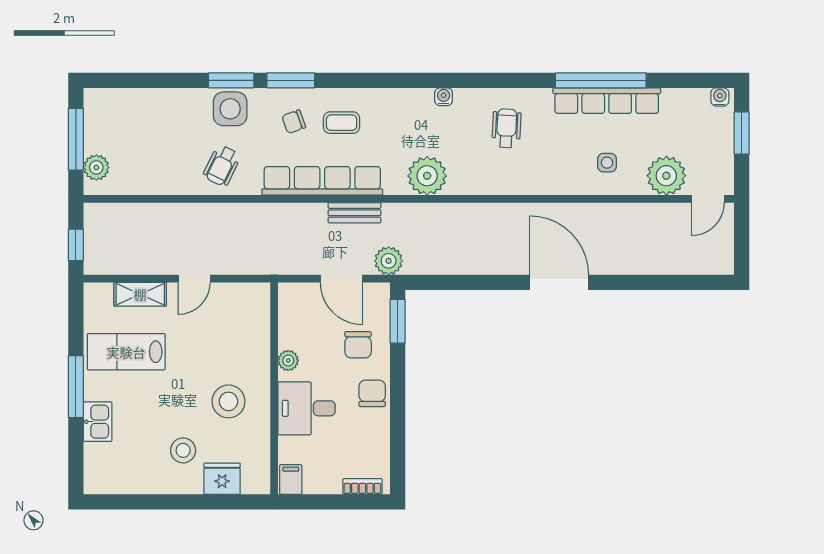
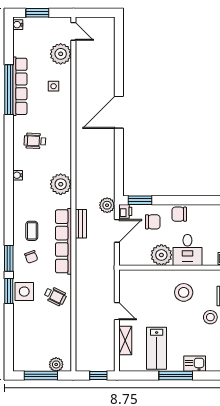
printer: (377, 294) -> (125, 211), added
plant: (288, 360) -> (161, 255), width x1.88, depth x1.88

